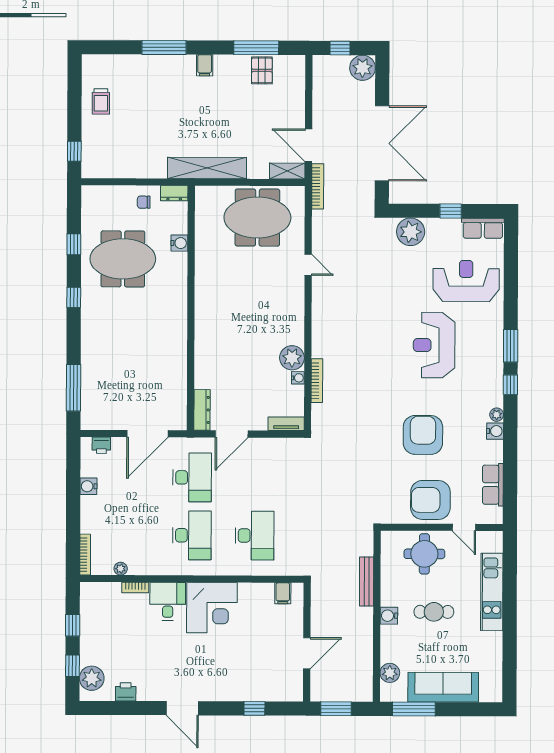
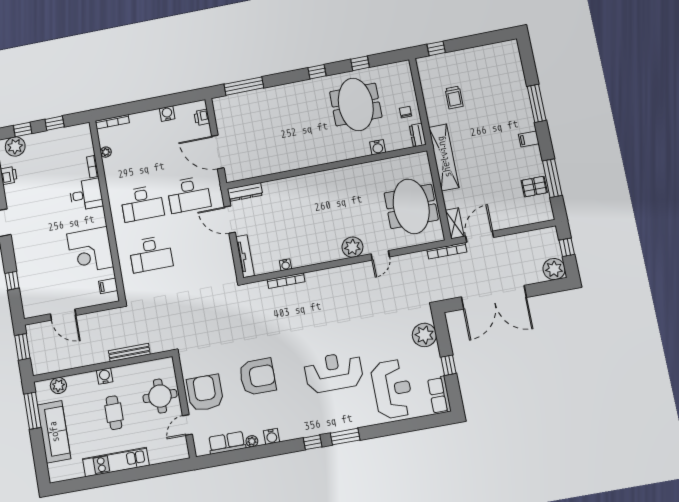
trolley: (101, 101) -> (454, 97), moved, turned -90
plant: (292, 358) -> (352, 247), moved
plant: (497, 415) -> (252, 441), moved
tv unit: (286, 424) -> (245, 256), width x1.41
kitchen unit: (492, 592) -> (116, 462), moved
corner desk: (212, 608) -> (90, 250), moved

